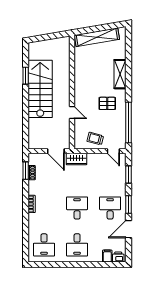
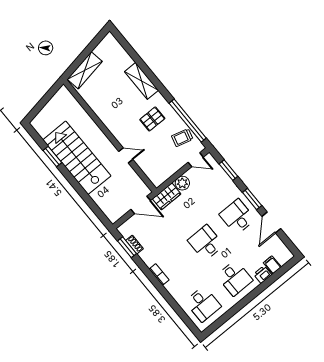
shelving: (97, 37) -> (85, 70), width x0.68
trolley: (95, 139) -> (182, 138), moved
plant: (93, 159) -> (182, 183), added
printer: (118, 257) -> (263, 274), moved

